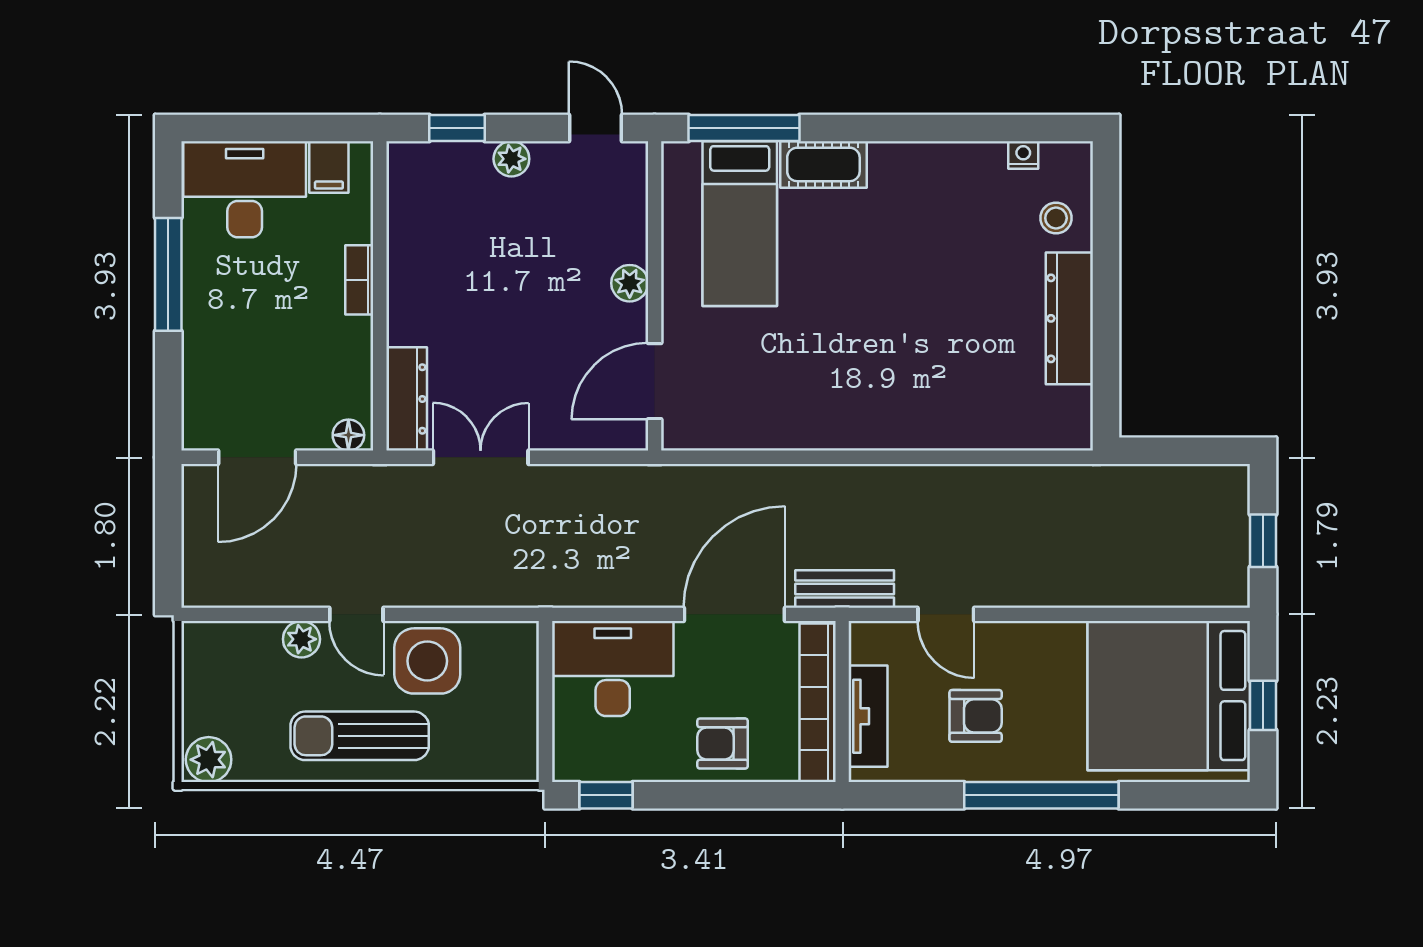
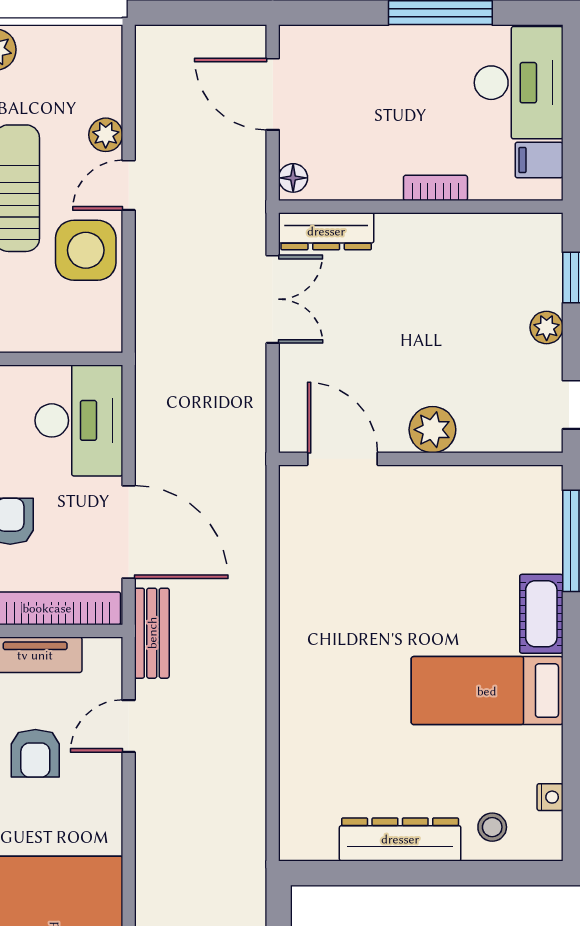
bed: (740, 224) -> (487, 691), moved
plant: (630, 283) -> (432, 430), width x1.38, depth x1.38

